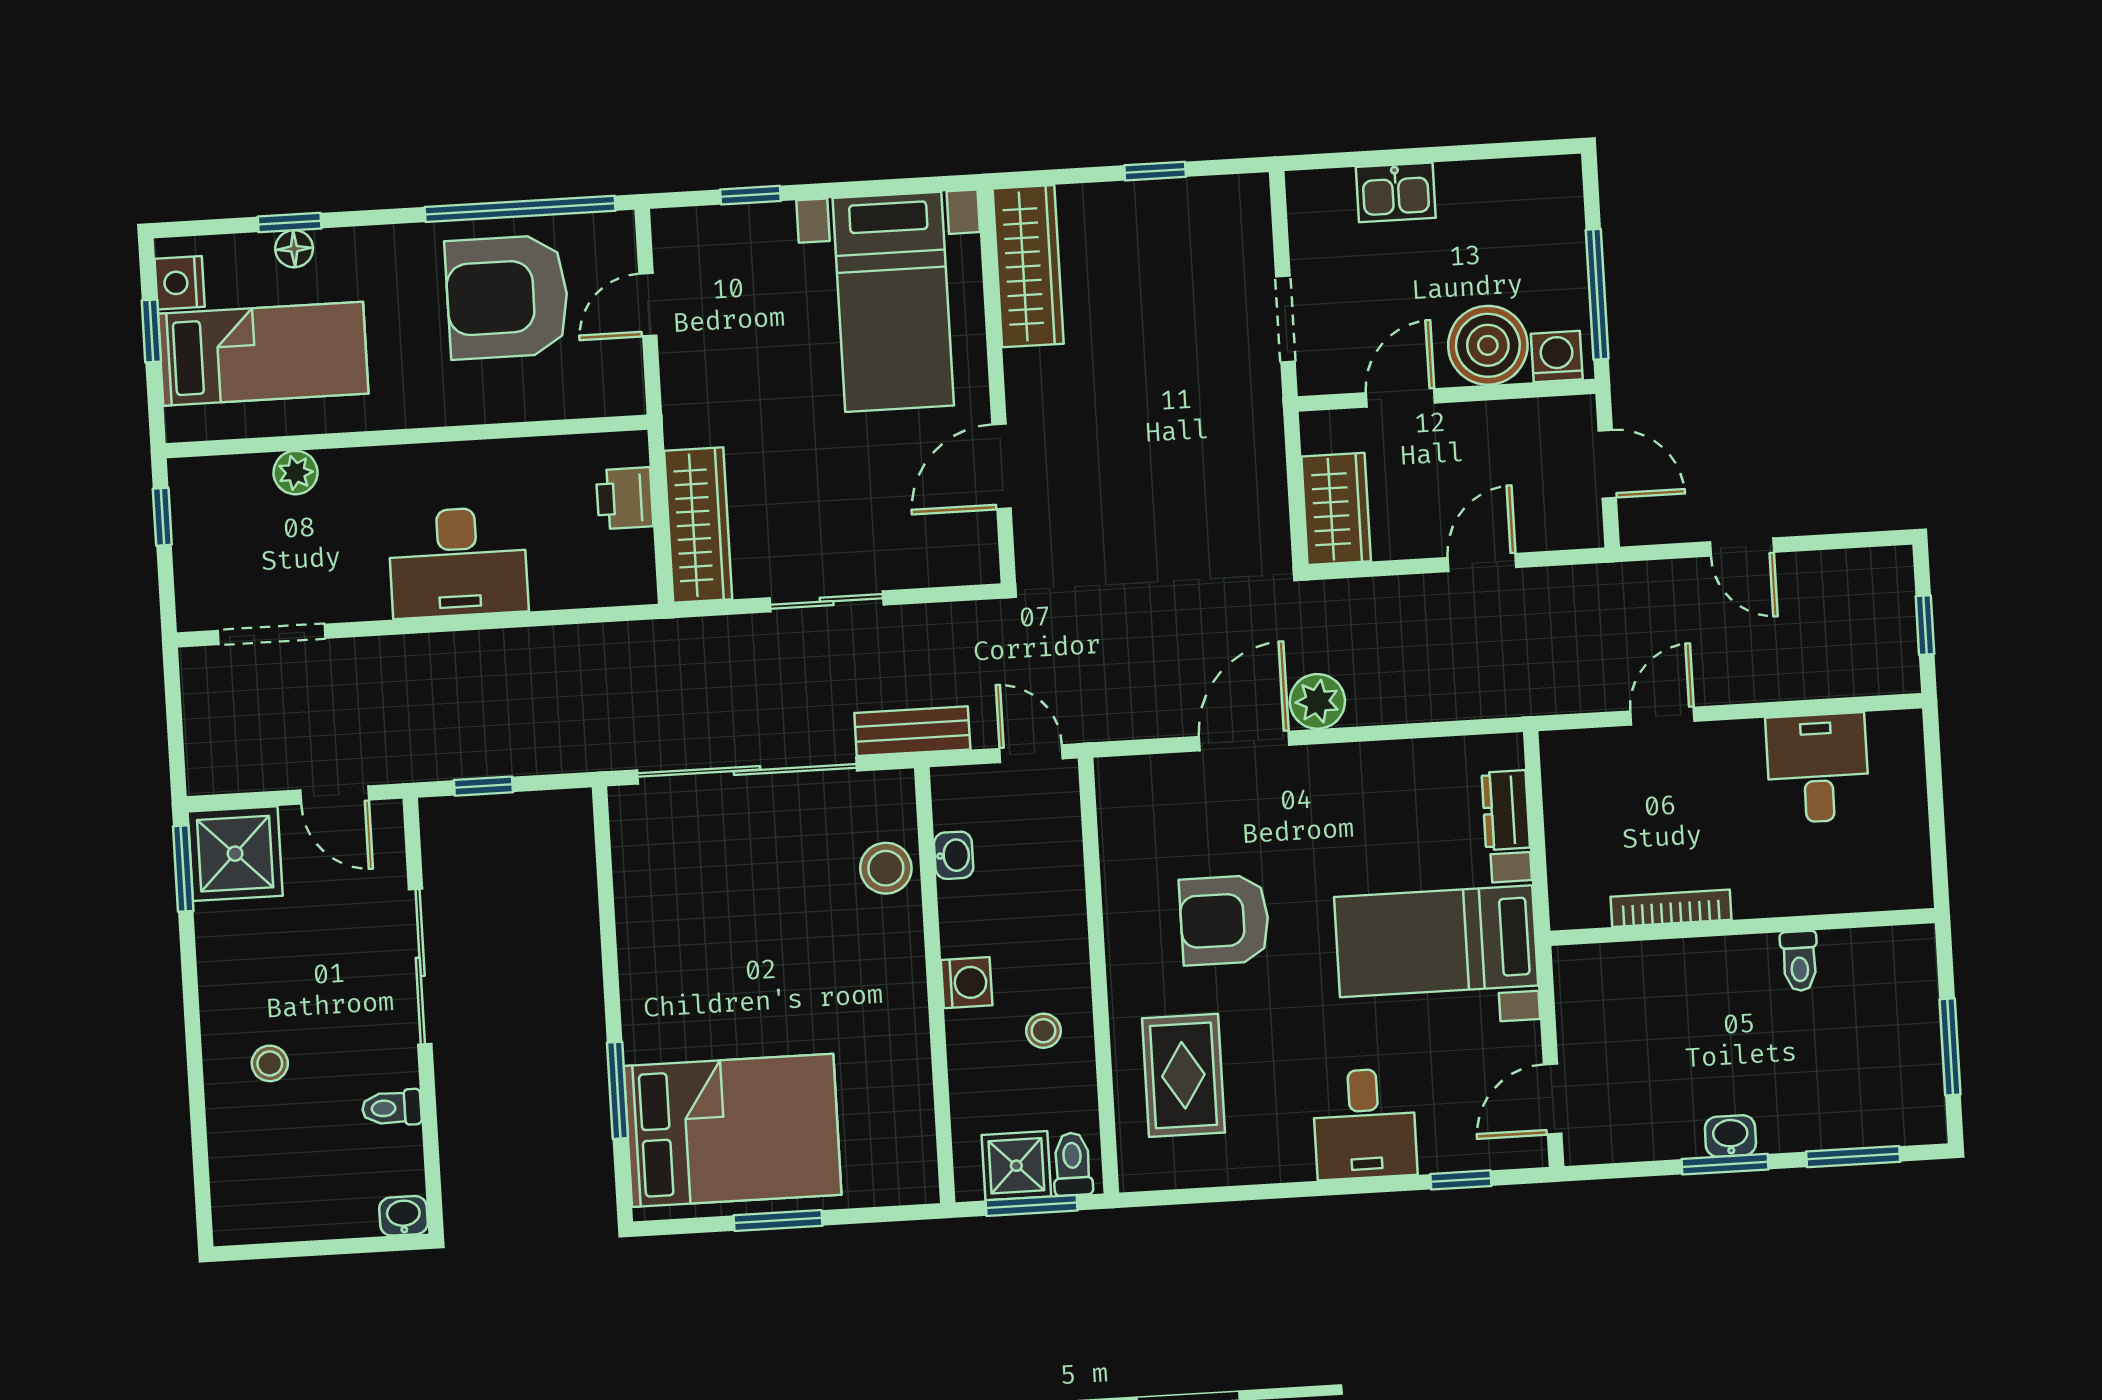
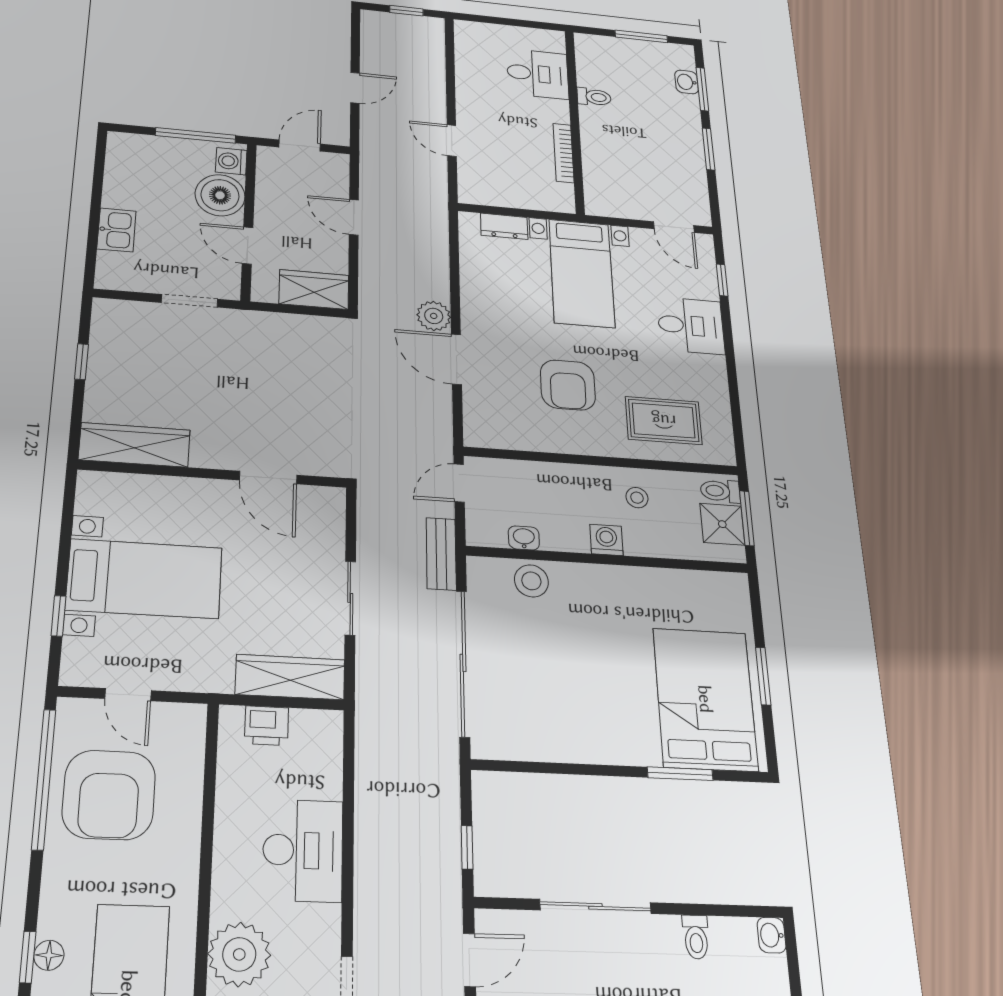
bed with nightstands: (893, 302) -> (144, 579), moved
plant: (296, 473) -> (239, 954), width x1.87, depth x1.87
desk: (1818, 768) -> (538, 74), moved, turned 180
washbasin: (1730, 1136) -> (687, 82), moved

